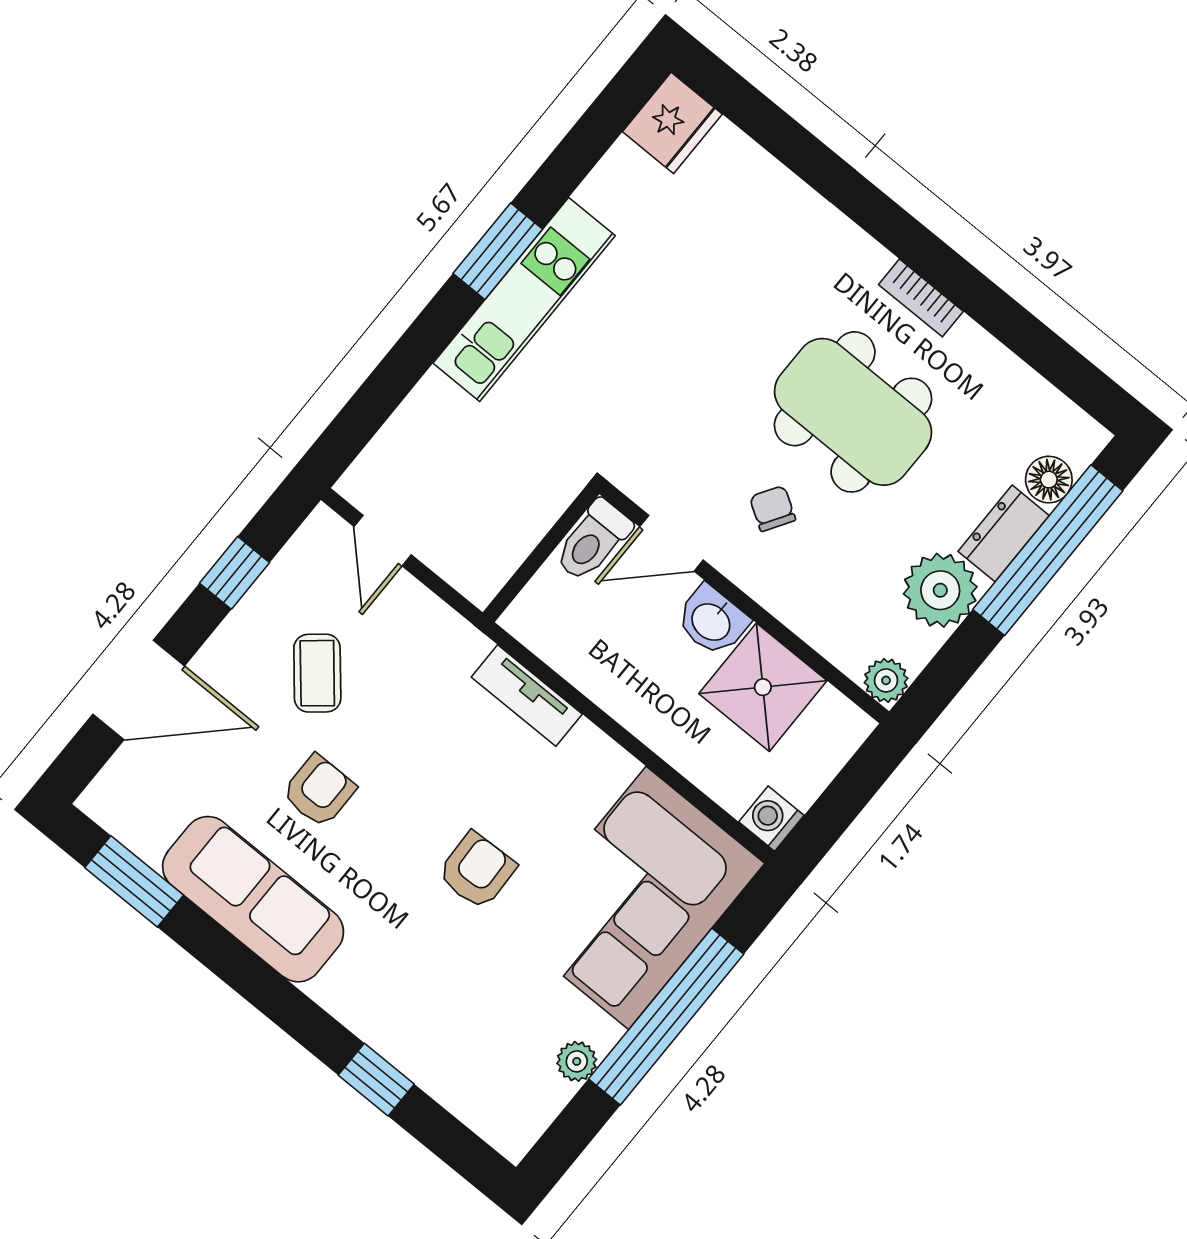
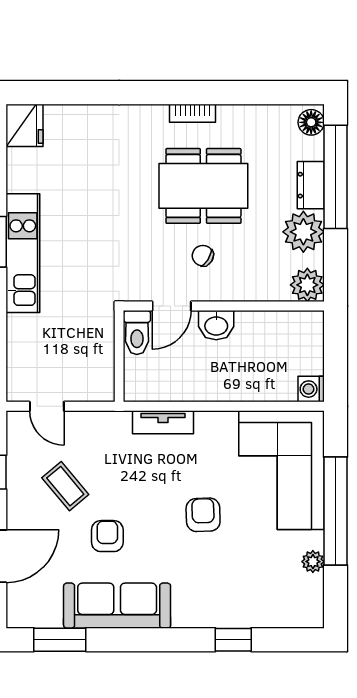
floor lamp: (1049, 480) -> (311, 122), moved
plant: (886, 680) -> (307, 285), width x1.38, depth x1.38
shower: (763, 687) -> (261, 336), removed

